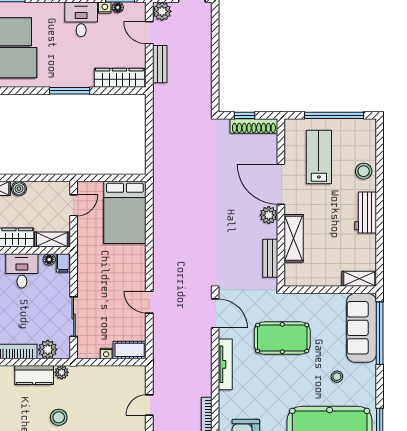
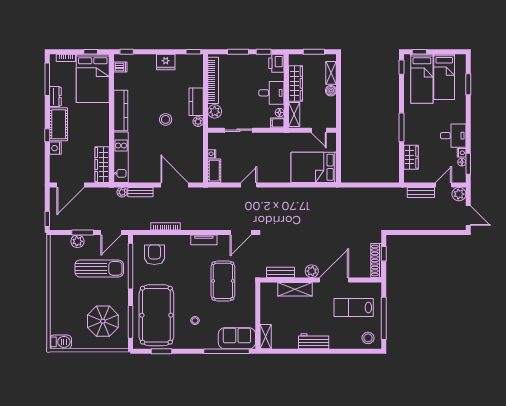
wardrobe: (119, 78) -> (411, 157), width x0.67
lab bench: (319, 157) -> (354, 307), turned 180
stool: (364, 171) -> (368, 338), moved
sofa: (362, 328) -> (237, 338), width x0.73
tv unit: (225, 364) -> (204, 240), width x0.71
door: (149, 405) -> (174, 185), width x1.87

